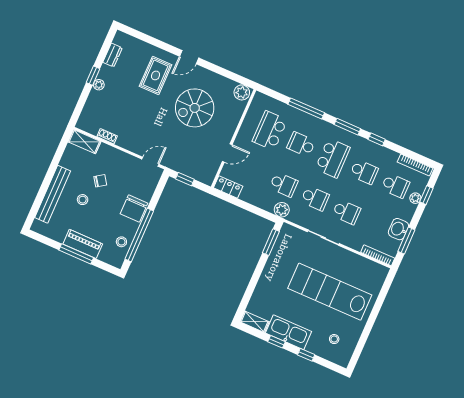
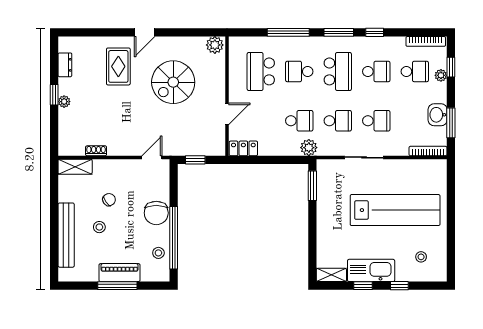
lab bench: (330, 292) -> (395, 210), turned 180

